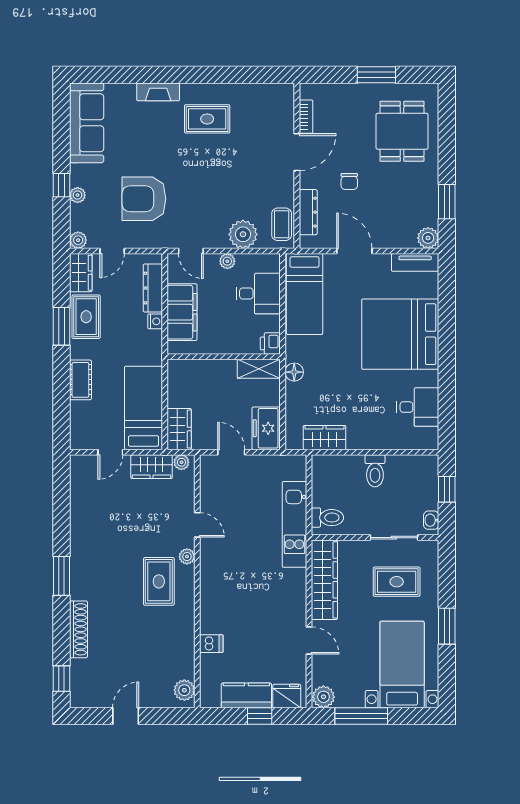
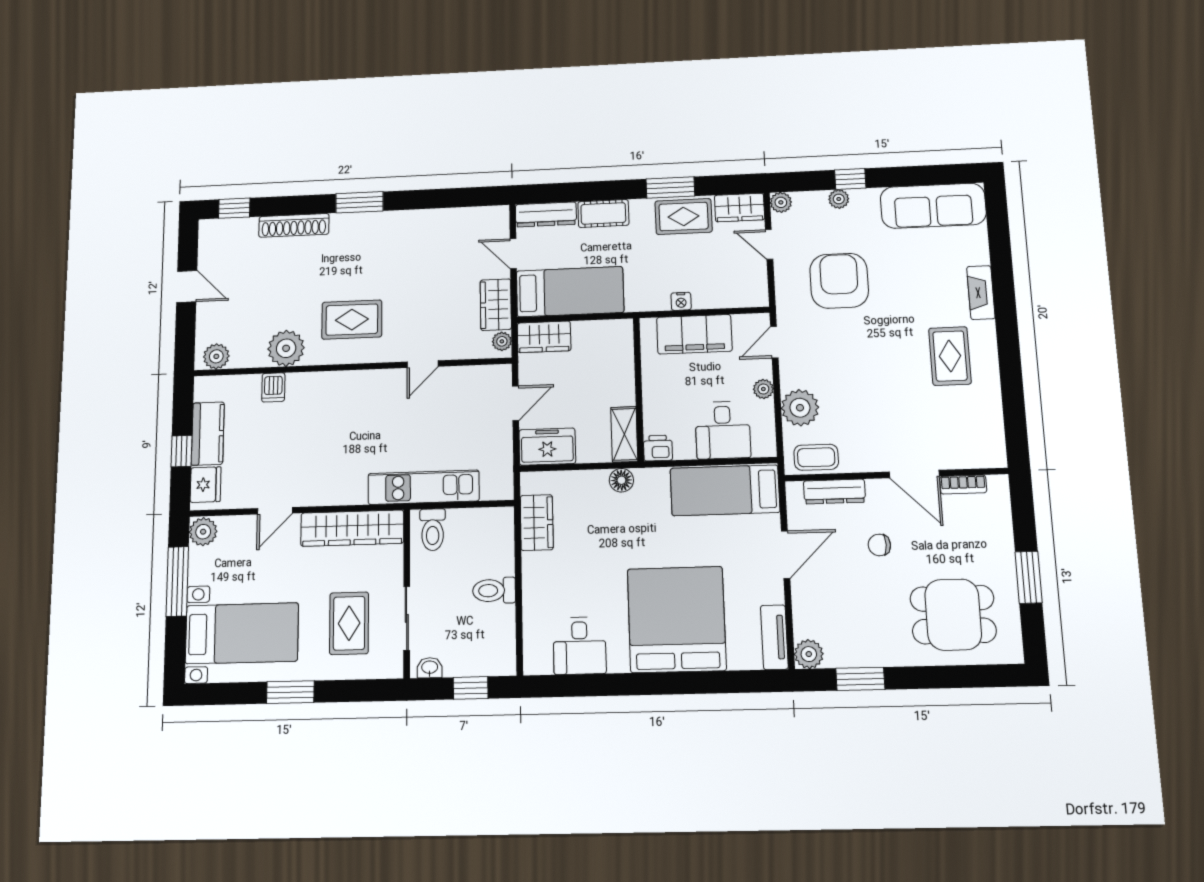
dresser: (153, 288) -> (546, 214), moved, turned 180
plant: (187, 556) -> (286, 348), moved, width x1.88, depth x1.88

